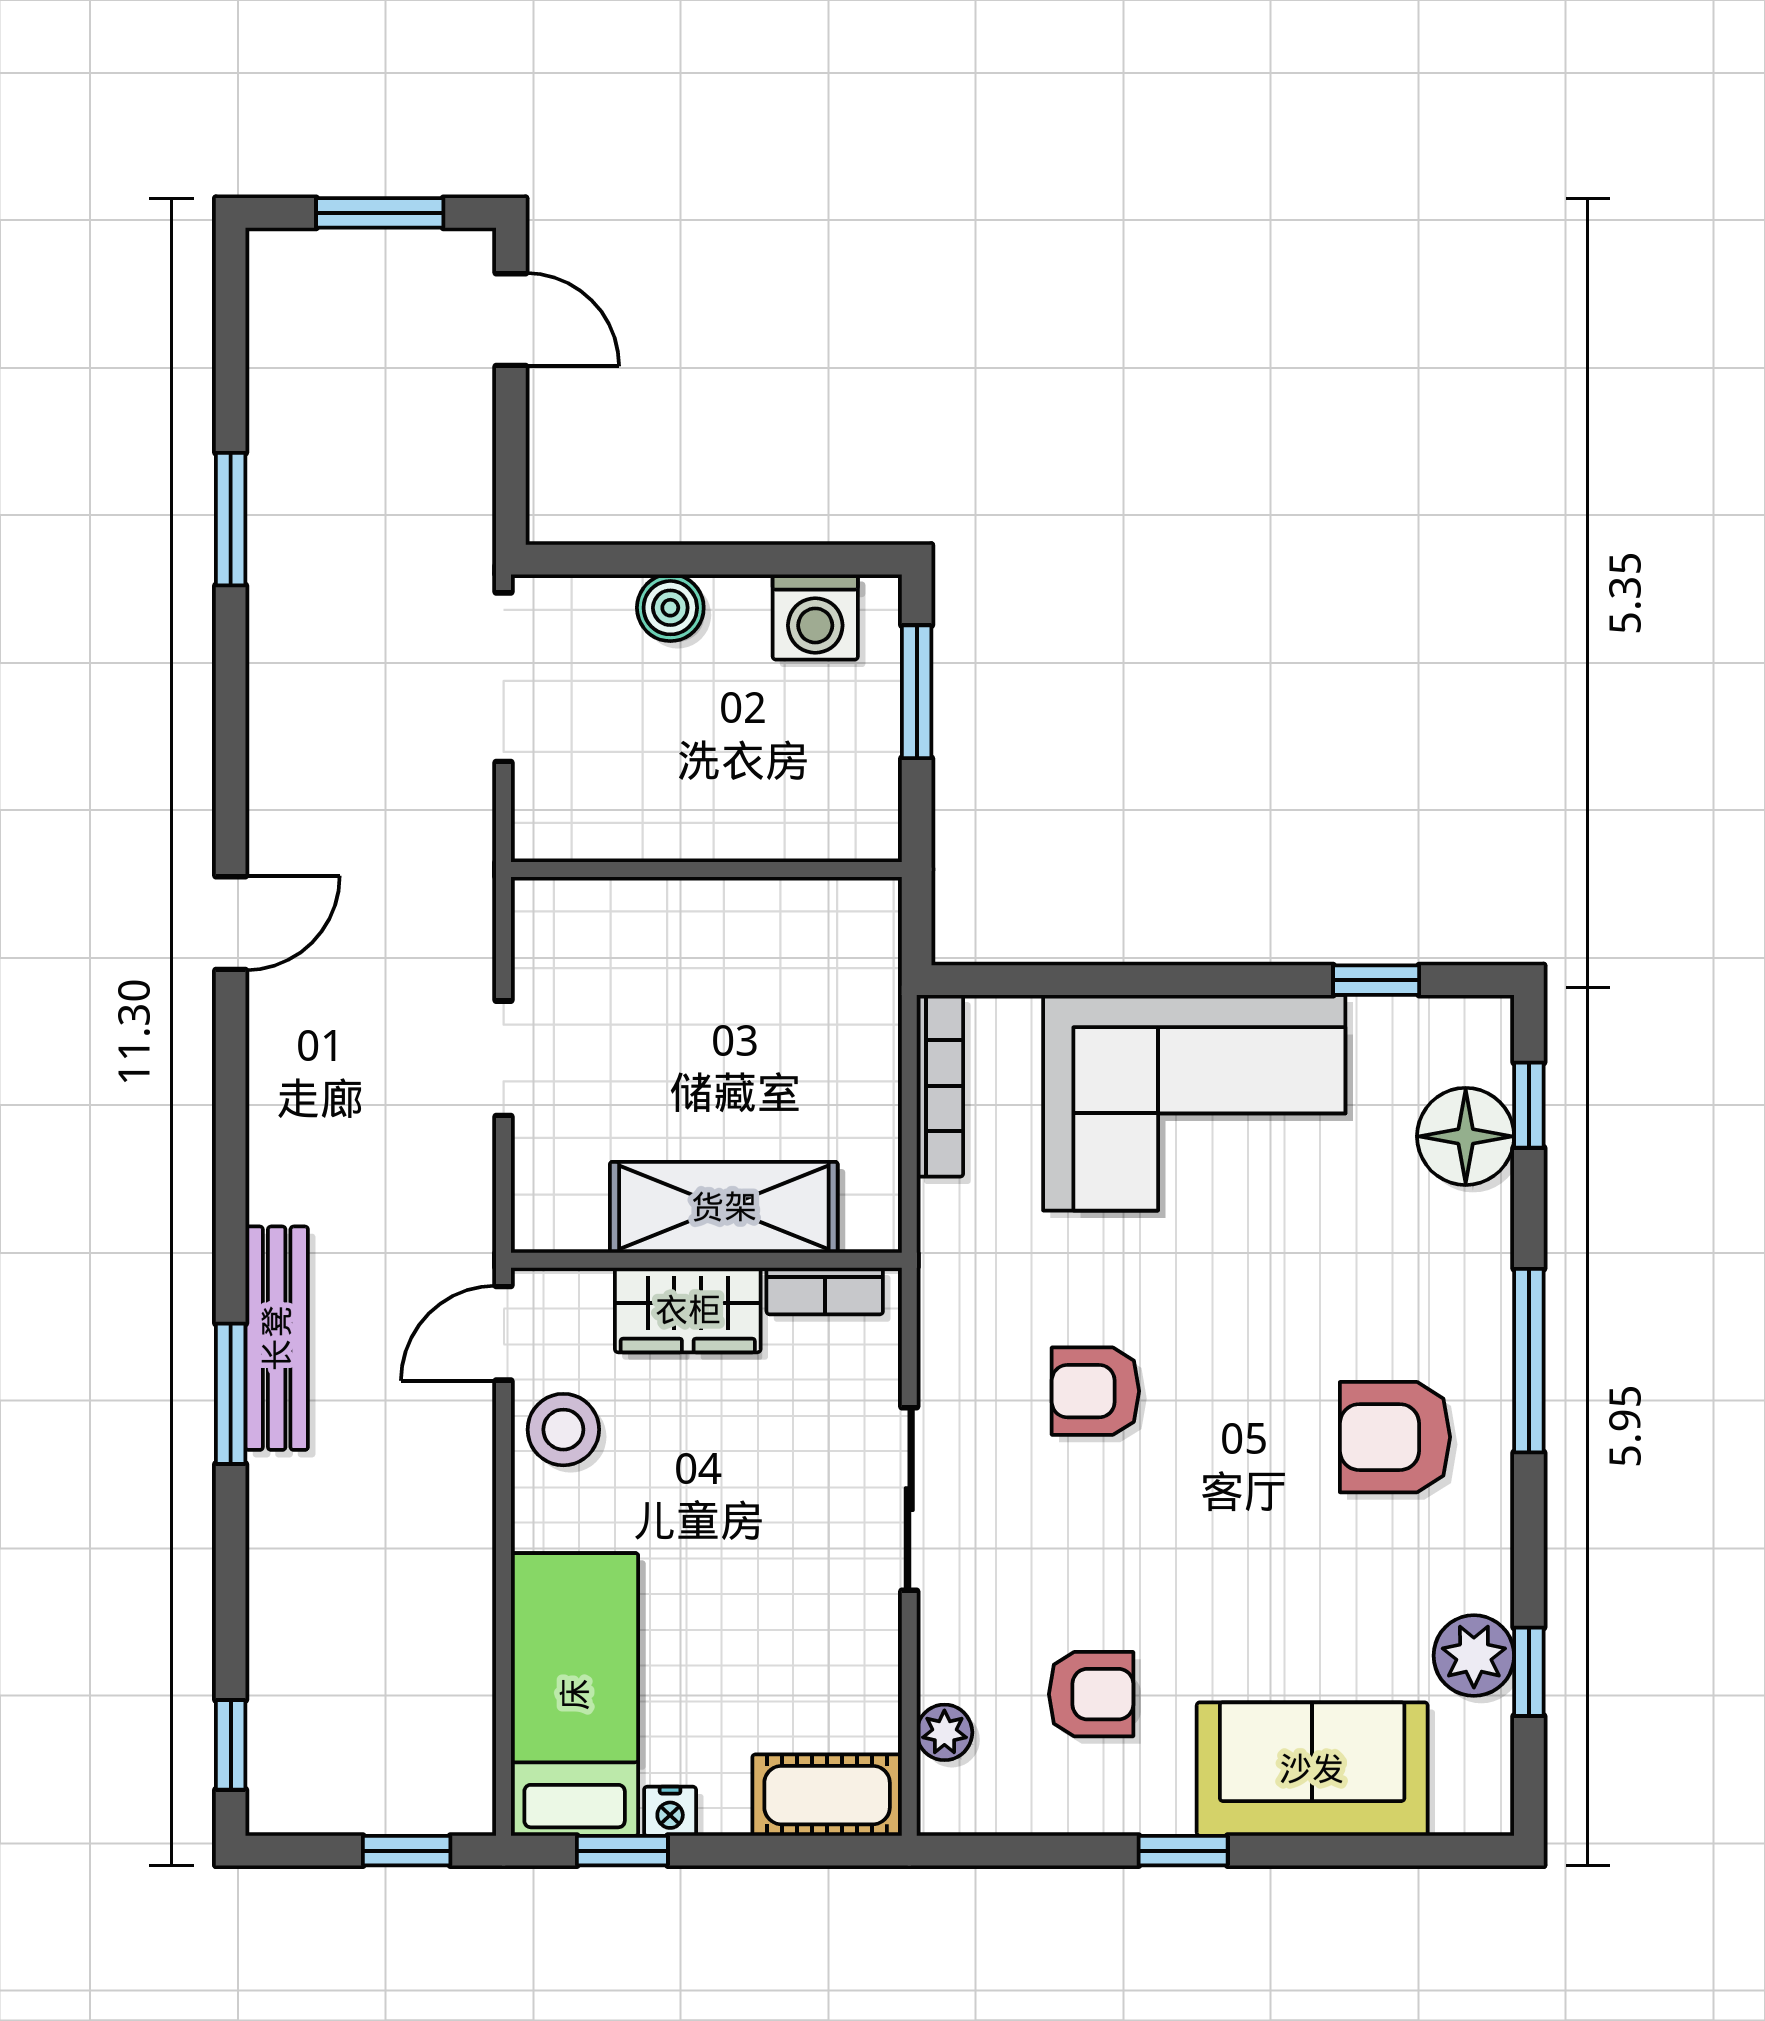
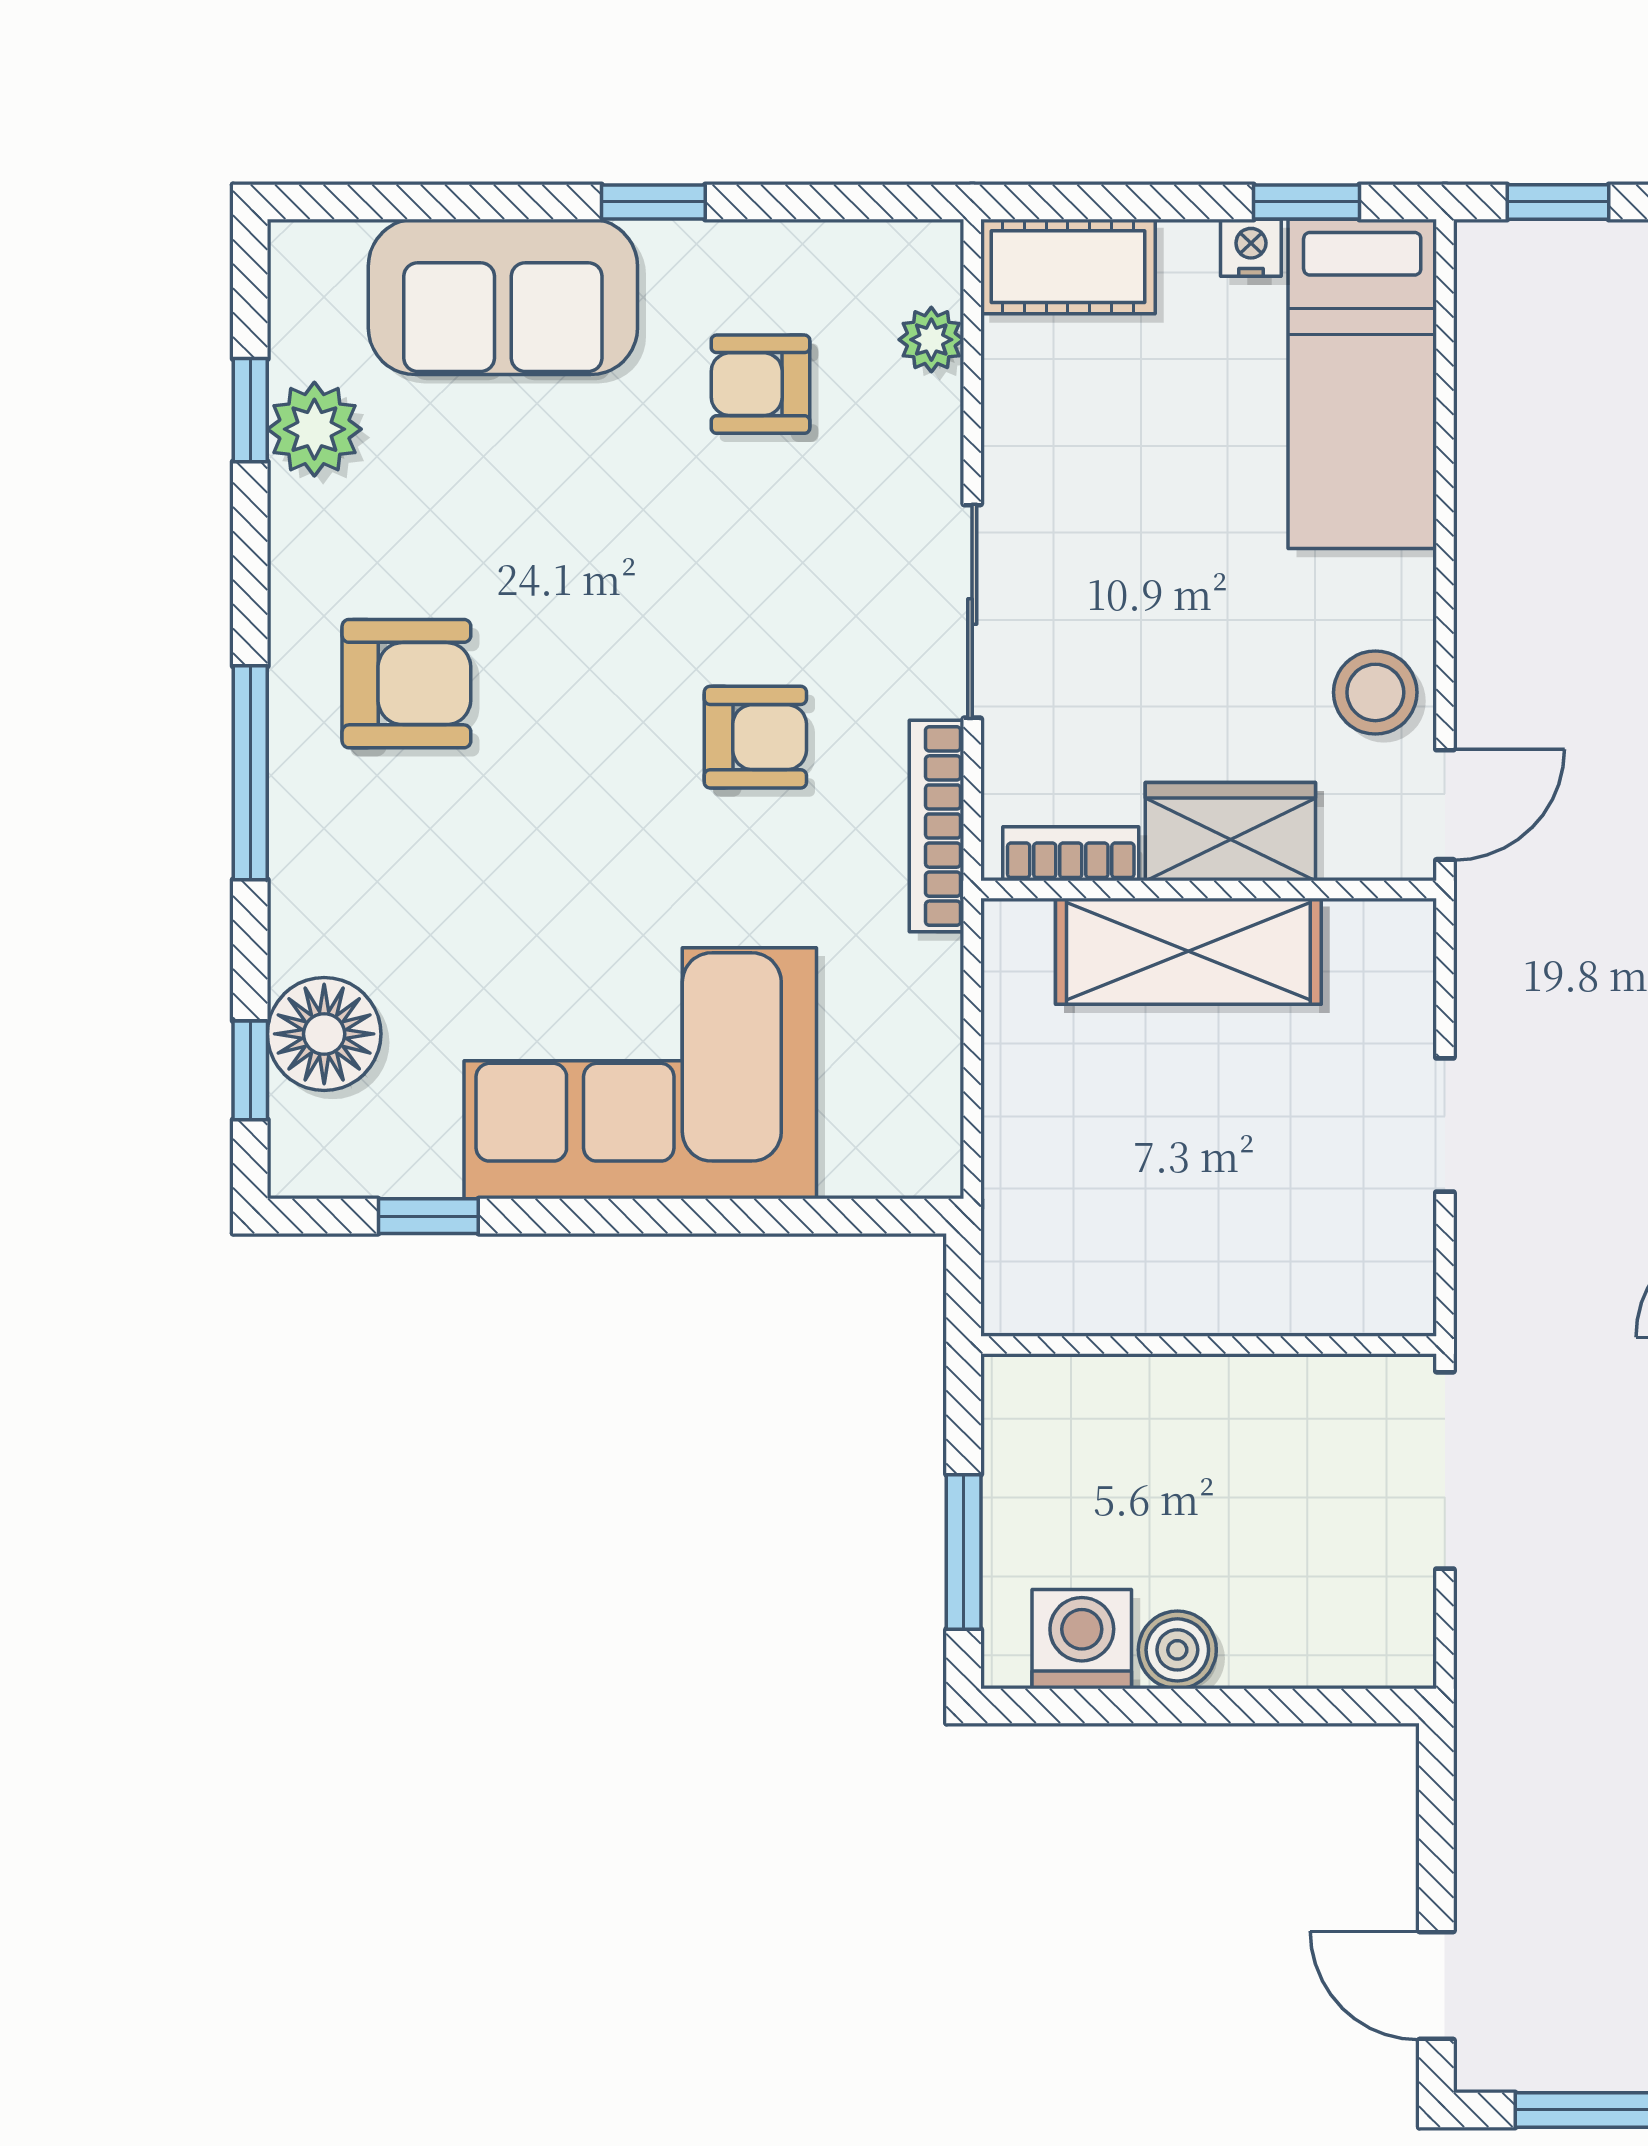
boiler: (670, 608) -> (1177, 1650), moved
doorway: (504, 677) -> (1445, 1470), moved
bookcase: (940, 1086) -> (937, 826), moved

